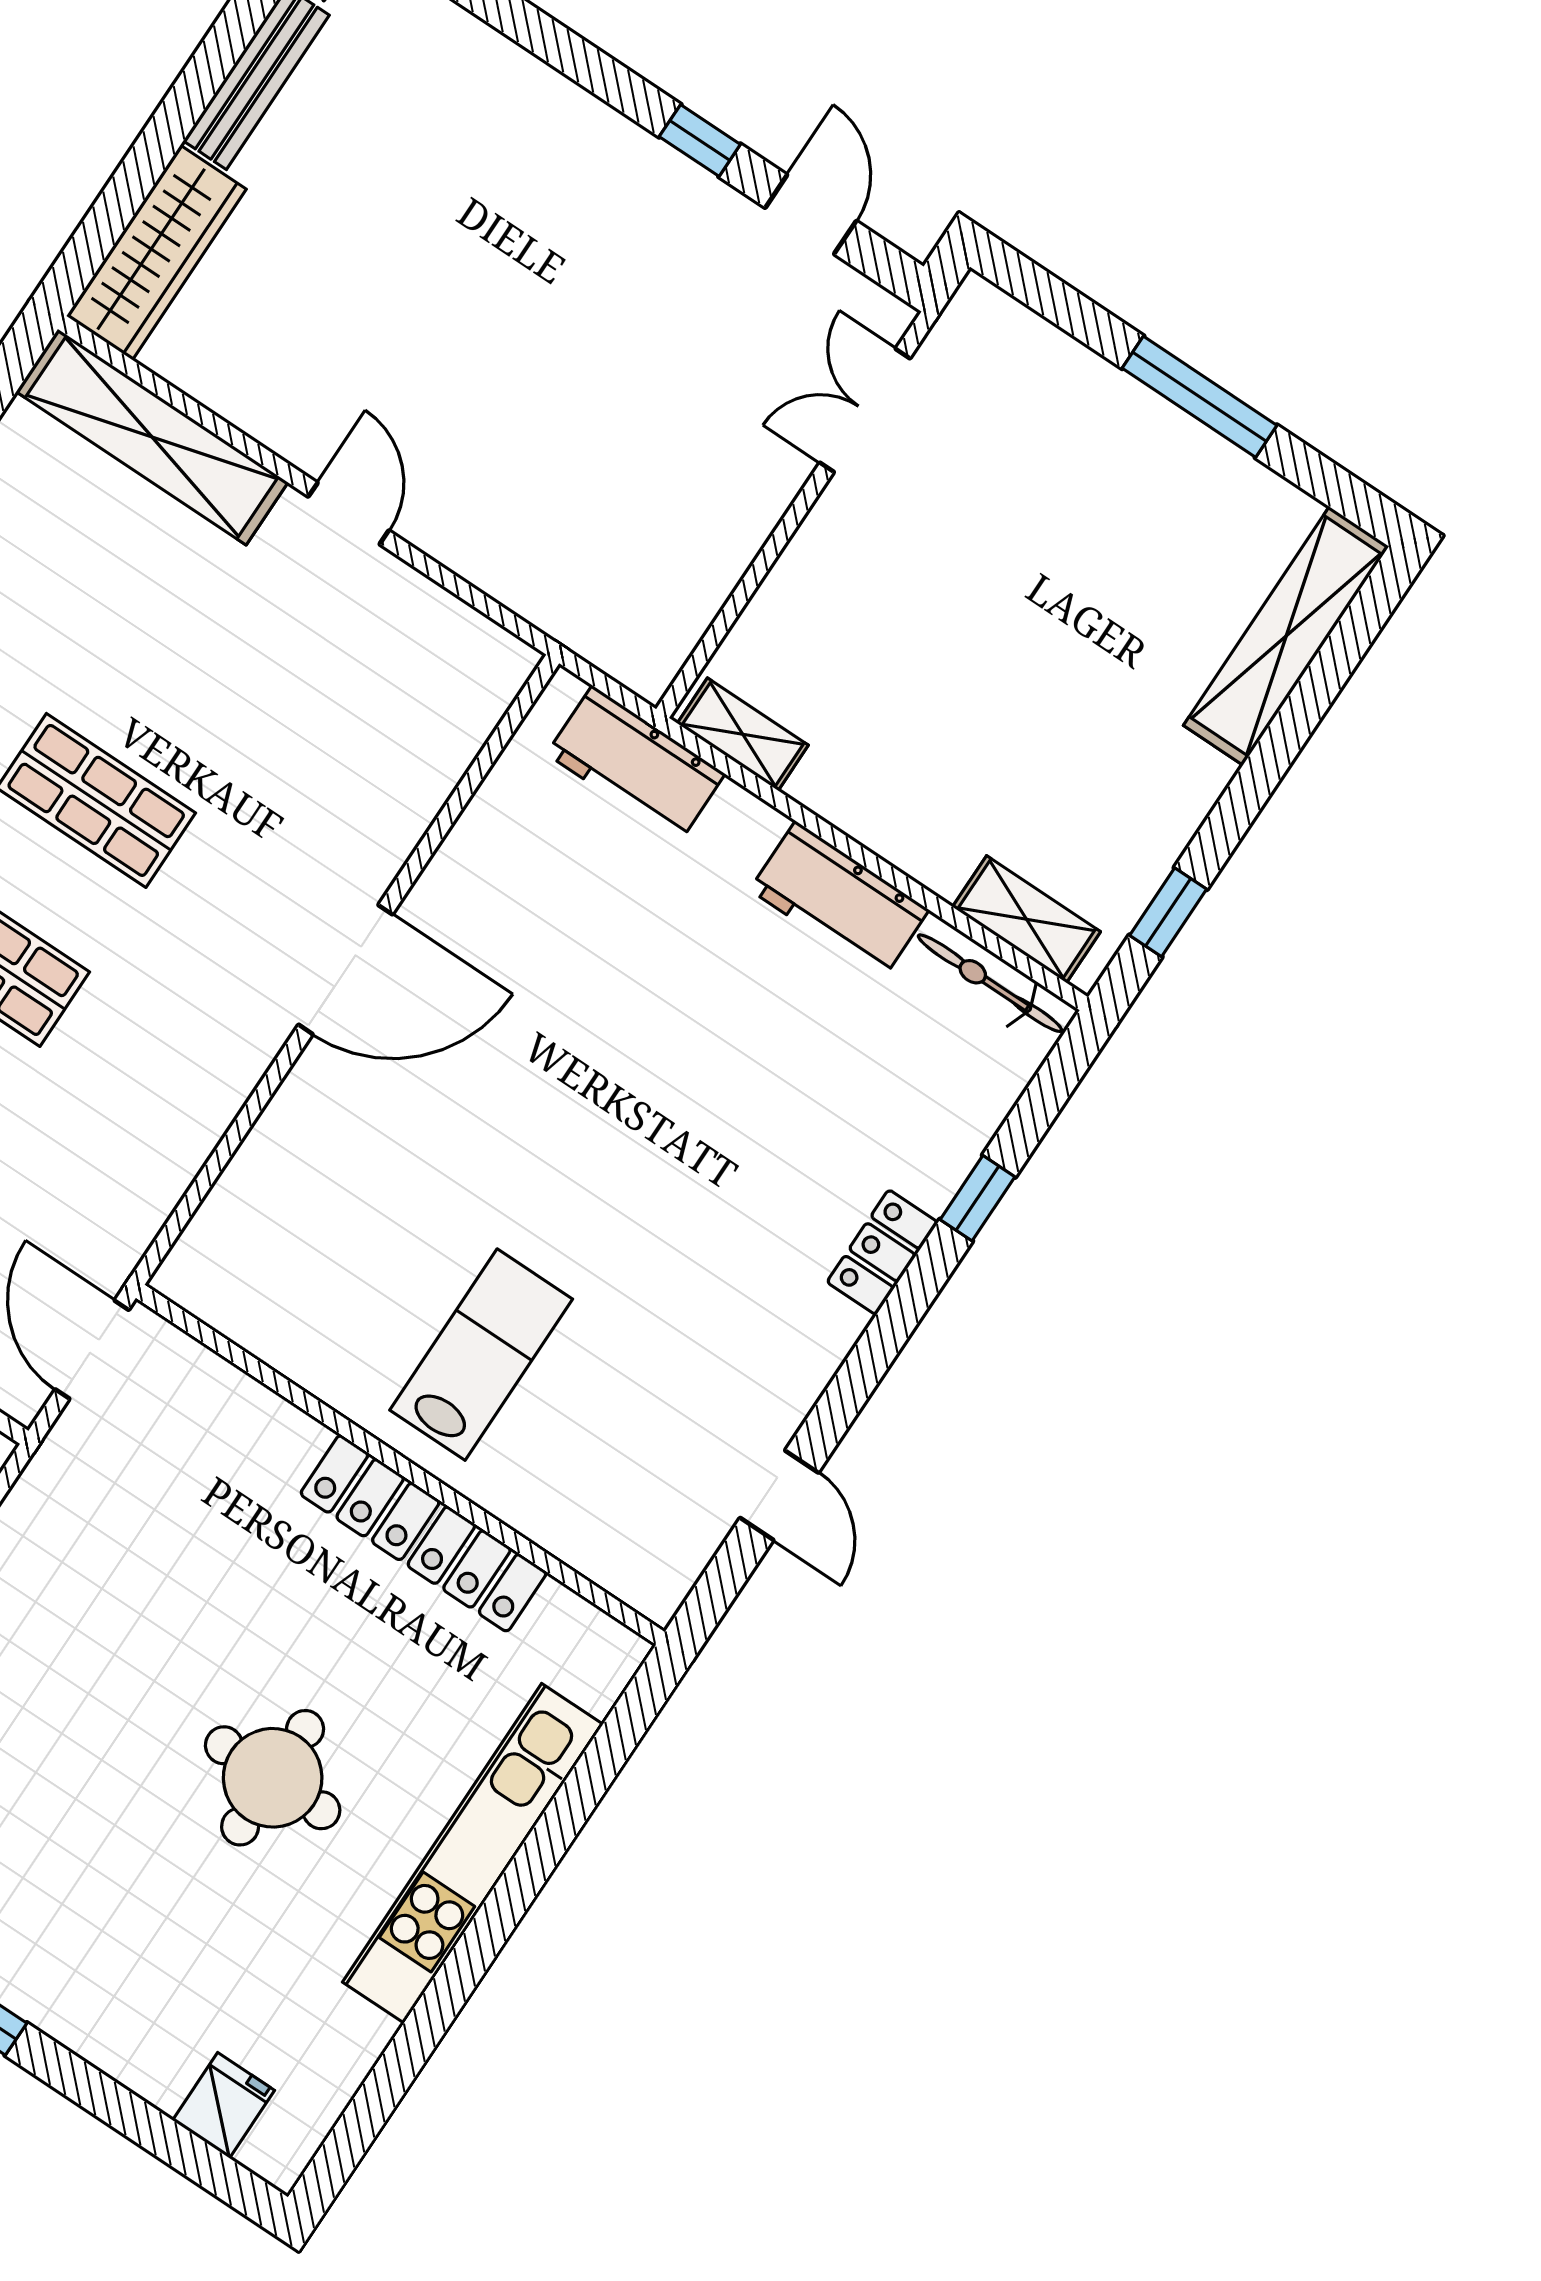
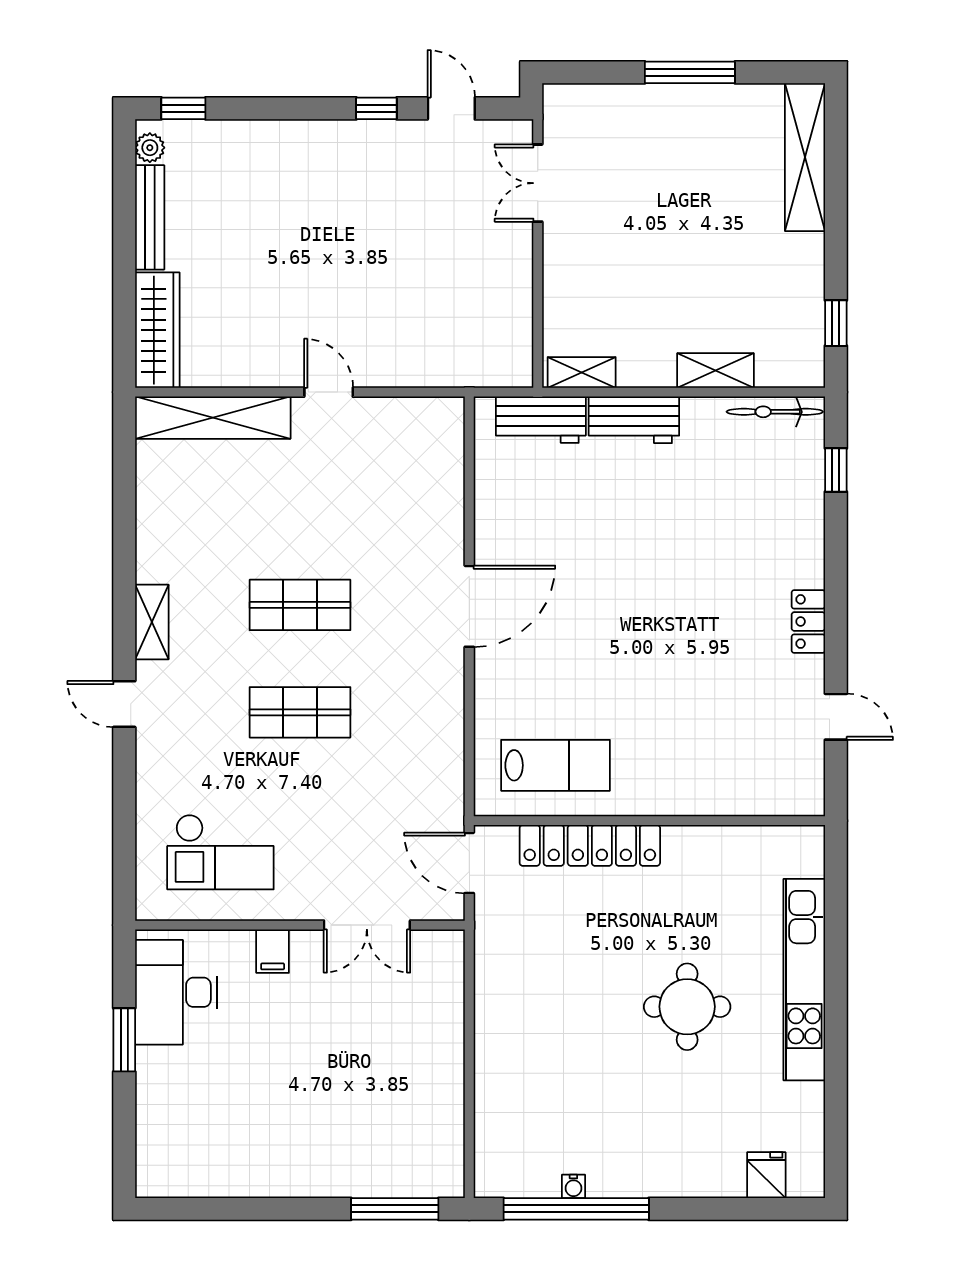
workbench: (839, 900) -> (634, 420), moved
shelving: (1026, 919) -> (716, 371), moved
window: (977, 1198) -> (836, 470), moved
locker: (882, 1252) -> (808, 621), moved
lab bench: (481, 1355) -> (555, 765), moved, turned 90
locker: (424, 1533) -> (590, 845), moved

